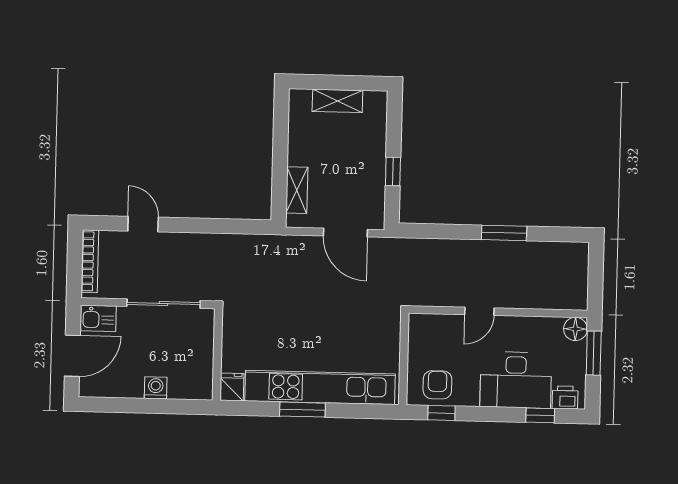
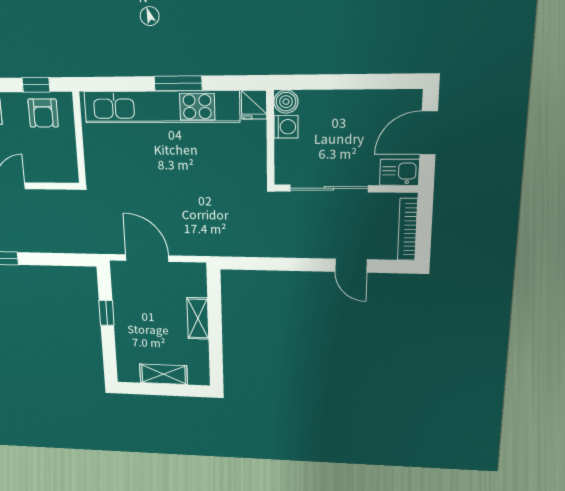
shelving: (297, 190) -> (198, 318), moved
washing machine: (156, 388) -> (286, 127), moved, turned -90
boiler: (202, 389) -> (286, 102), added

